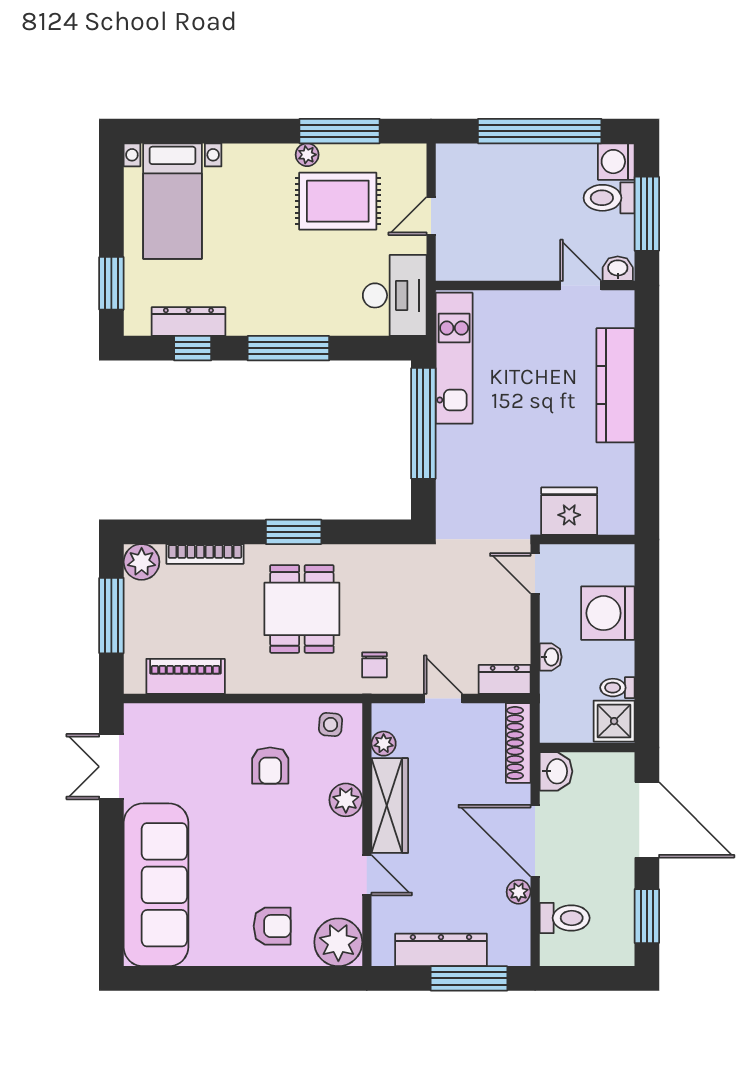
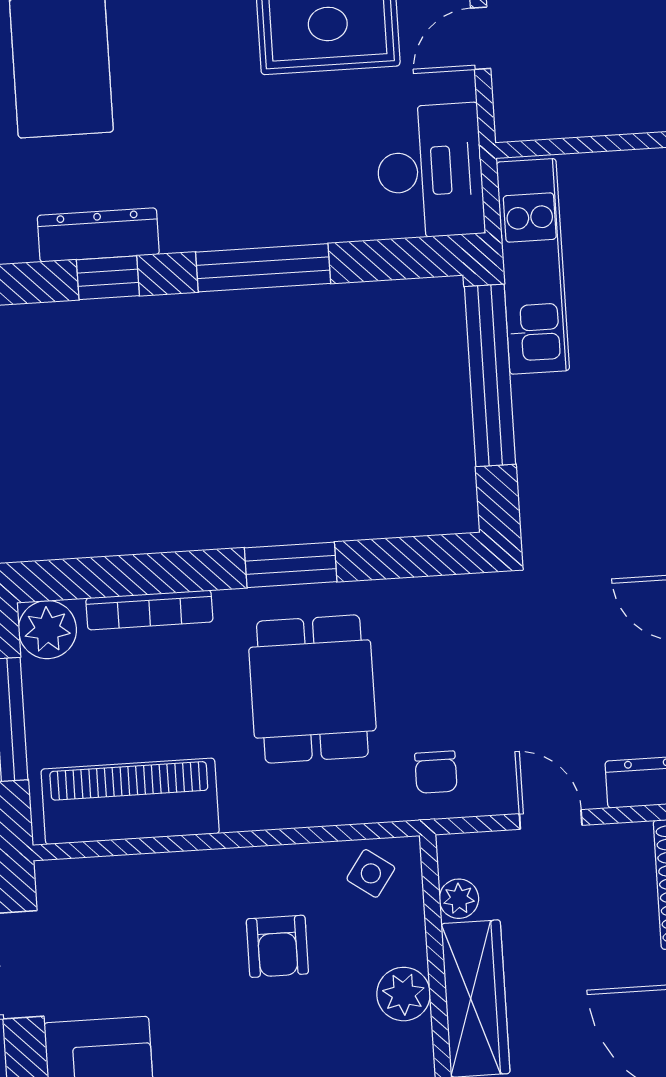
piano: (186, 676) -> (130, 801), width x1.37, depth x1.33
side table: (330, 725) -> (371, 873), turned 31

